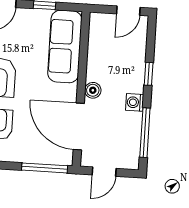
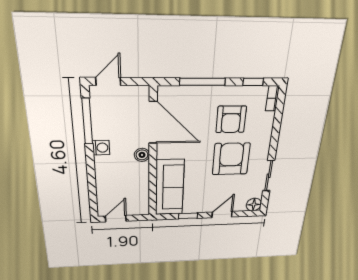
window: (149, 74) -> (91, 172), removed
window: (45, 168) -> (202, 82), moved
door: (104, 172) -> (108, 82), moved

